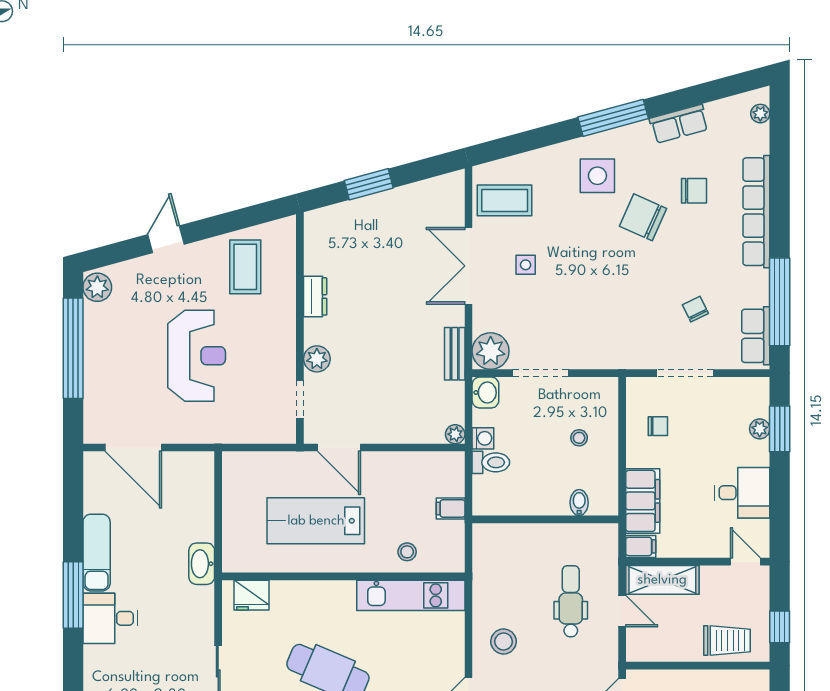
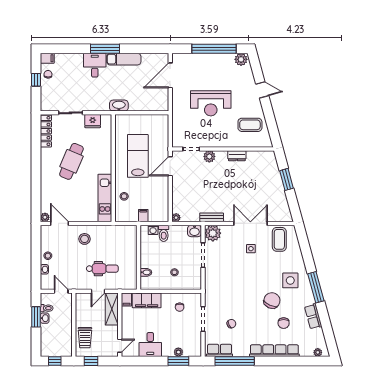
washing machine: (483, 438) -> (153, 230), moved
fridge: (252, 595) -> (93, 121), moved, turned -90

